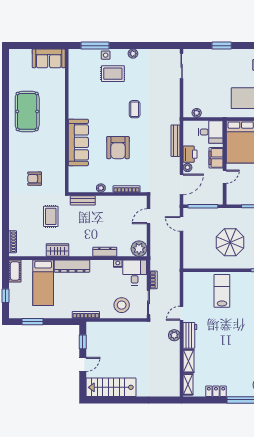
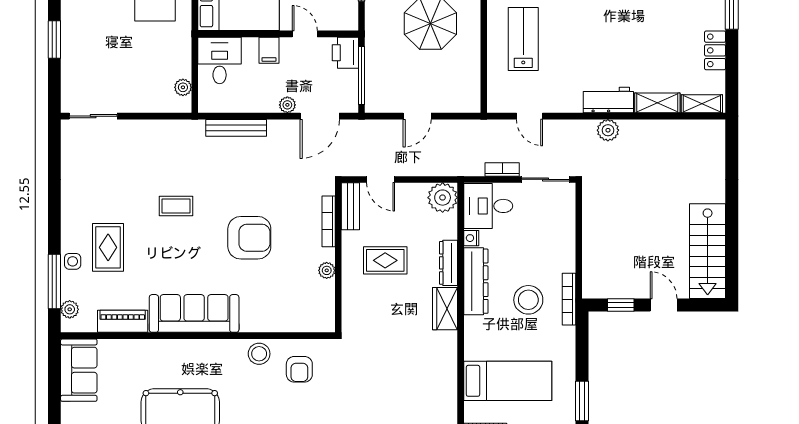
plant: (133, 54) -> (70, 309), moved
piano: (74, 81) -> (123, 321), added
sofa: (78, 142) -> (194, 313), moved
stool: (57, 153) -> (259, 354), added
printer: (190, 154) -> (345, 53), moved, turned -90
filing cabinet: (216, 158) -> (269, 50), width x0.50
armchair: (35, 179) -> (299, 369), moved
door: (182, 184) -> (320, 116), swing flipped
bench: (83, 200) -> (350, 206), moved
rug: (51, 216) -> (385, 260), moved
door: (182, 224) -> (417, 116), moved
wardrobe: (58, 250) -> (445, 309), moved
dresser: (72, 266) -> (476, 281), moved
lab bench: (222, 291) -> (523, 39), turned 90
stool: (122, 305) -> (528, 300), moved
door: (182, 313) -> (529, 116), moved

